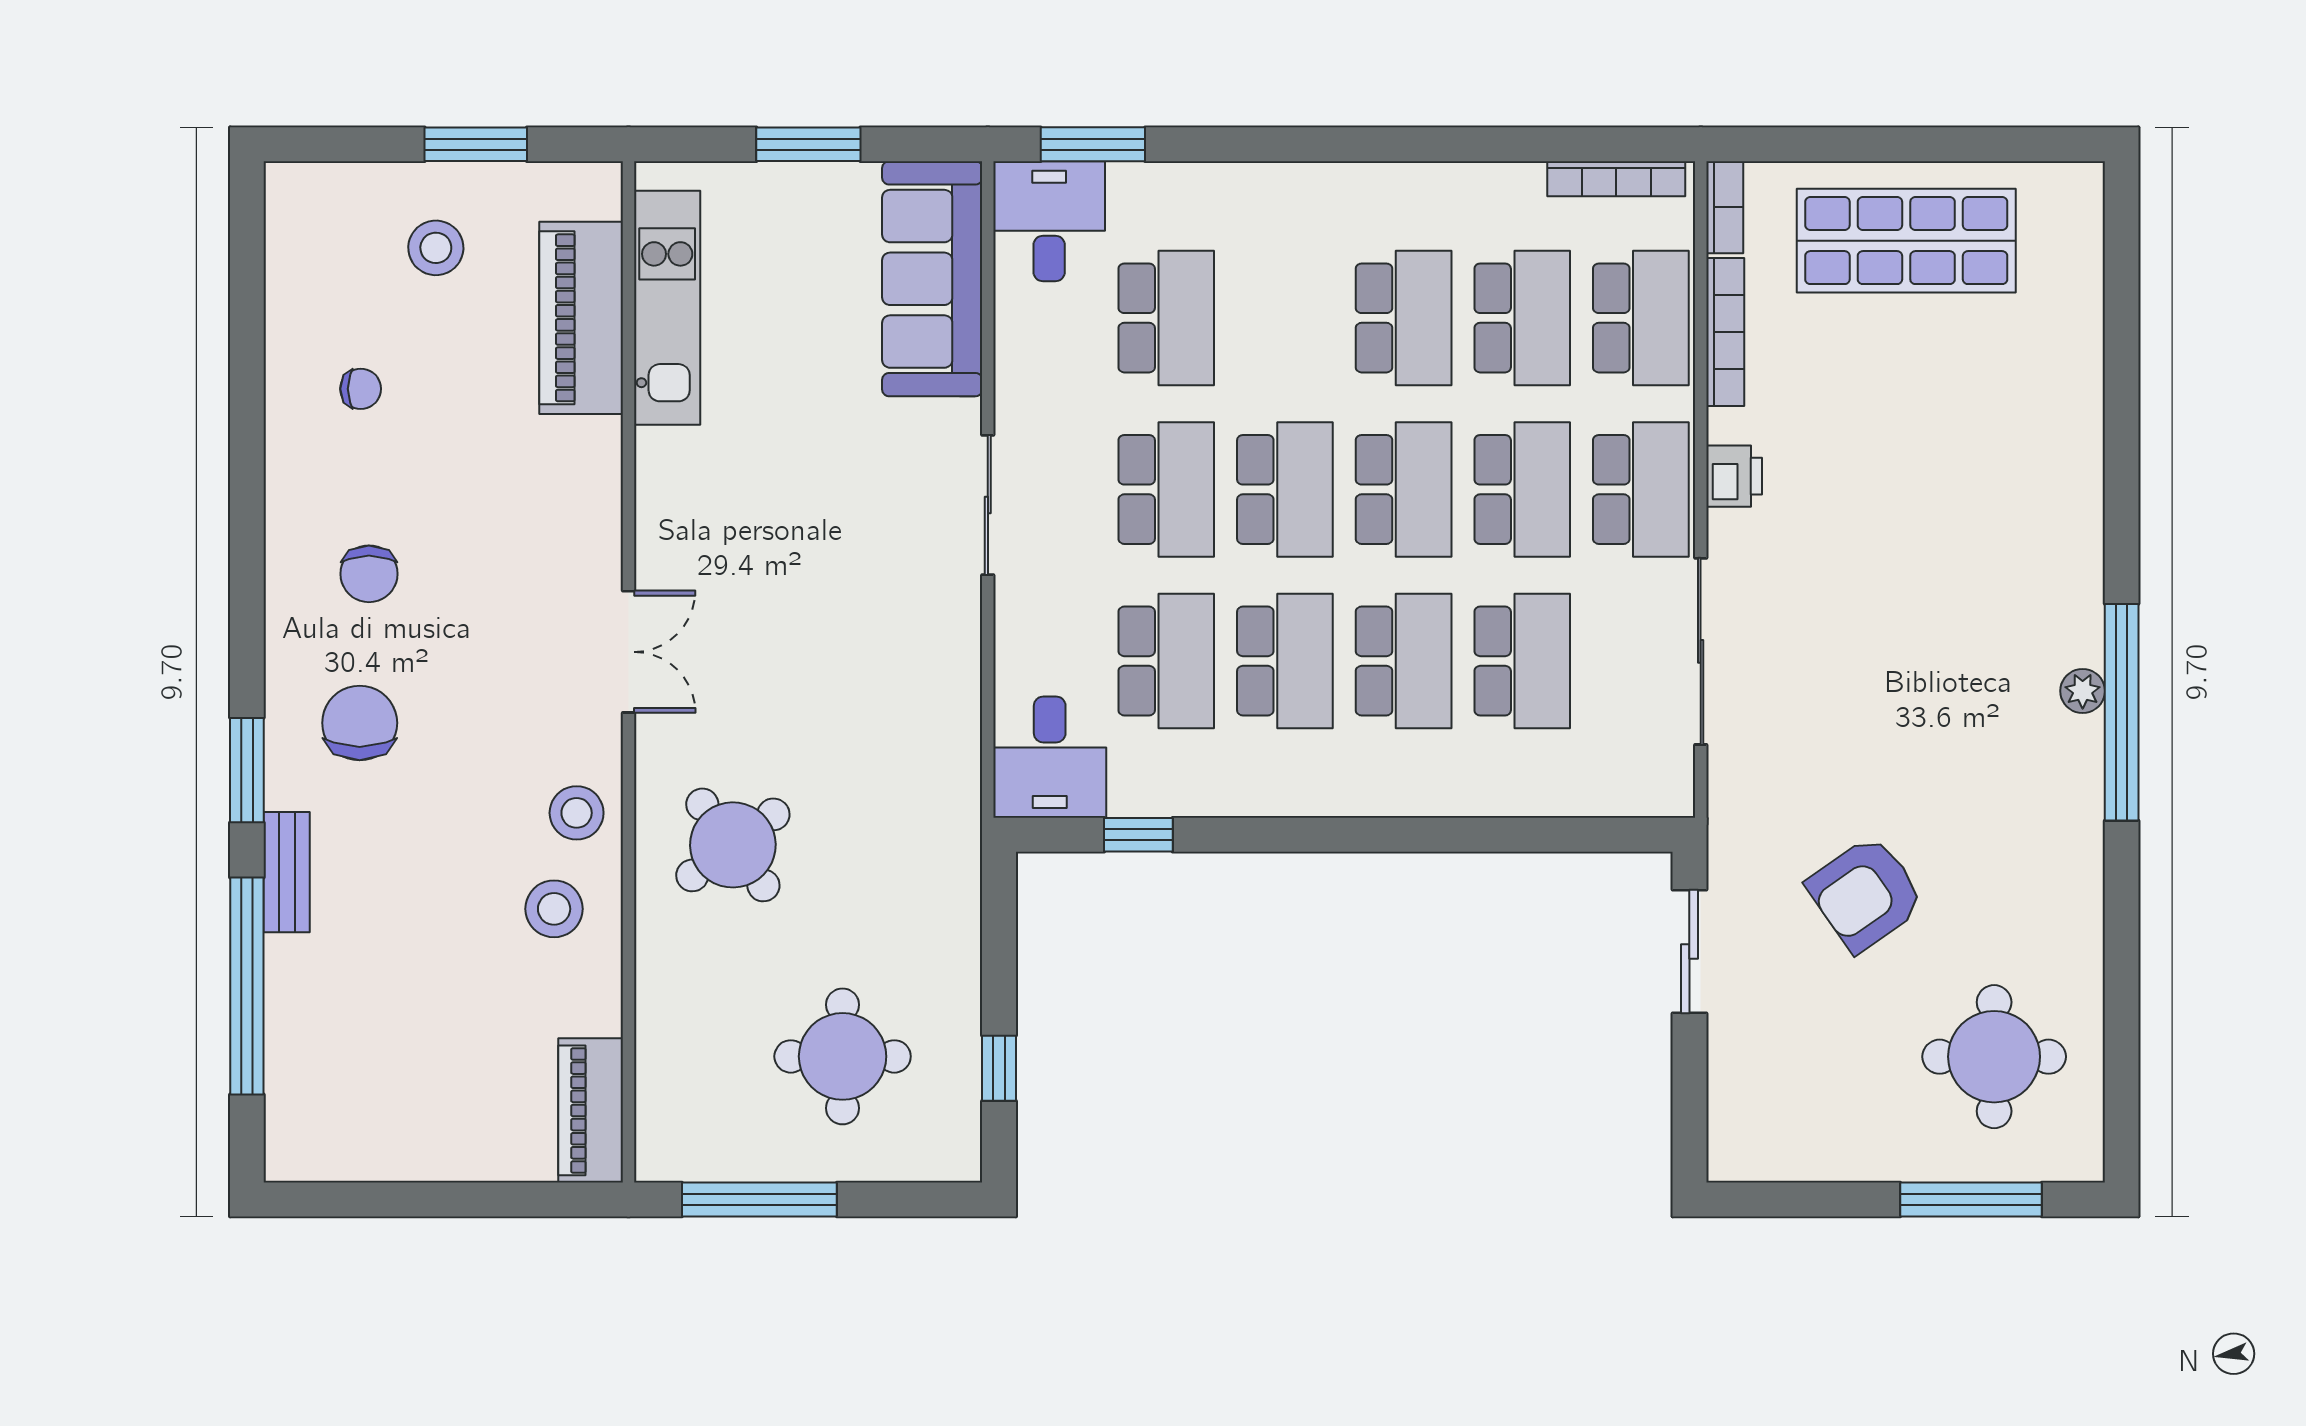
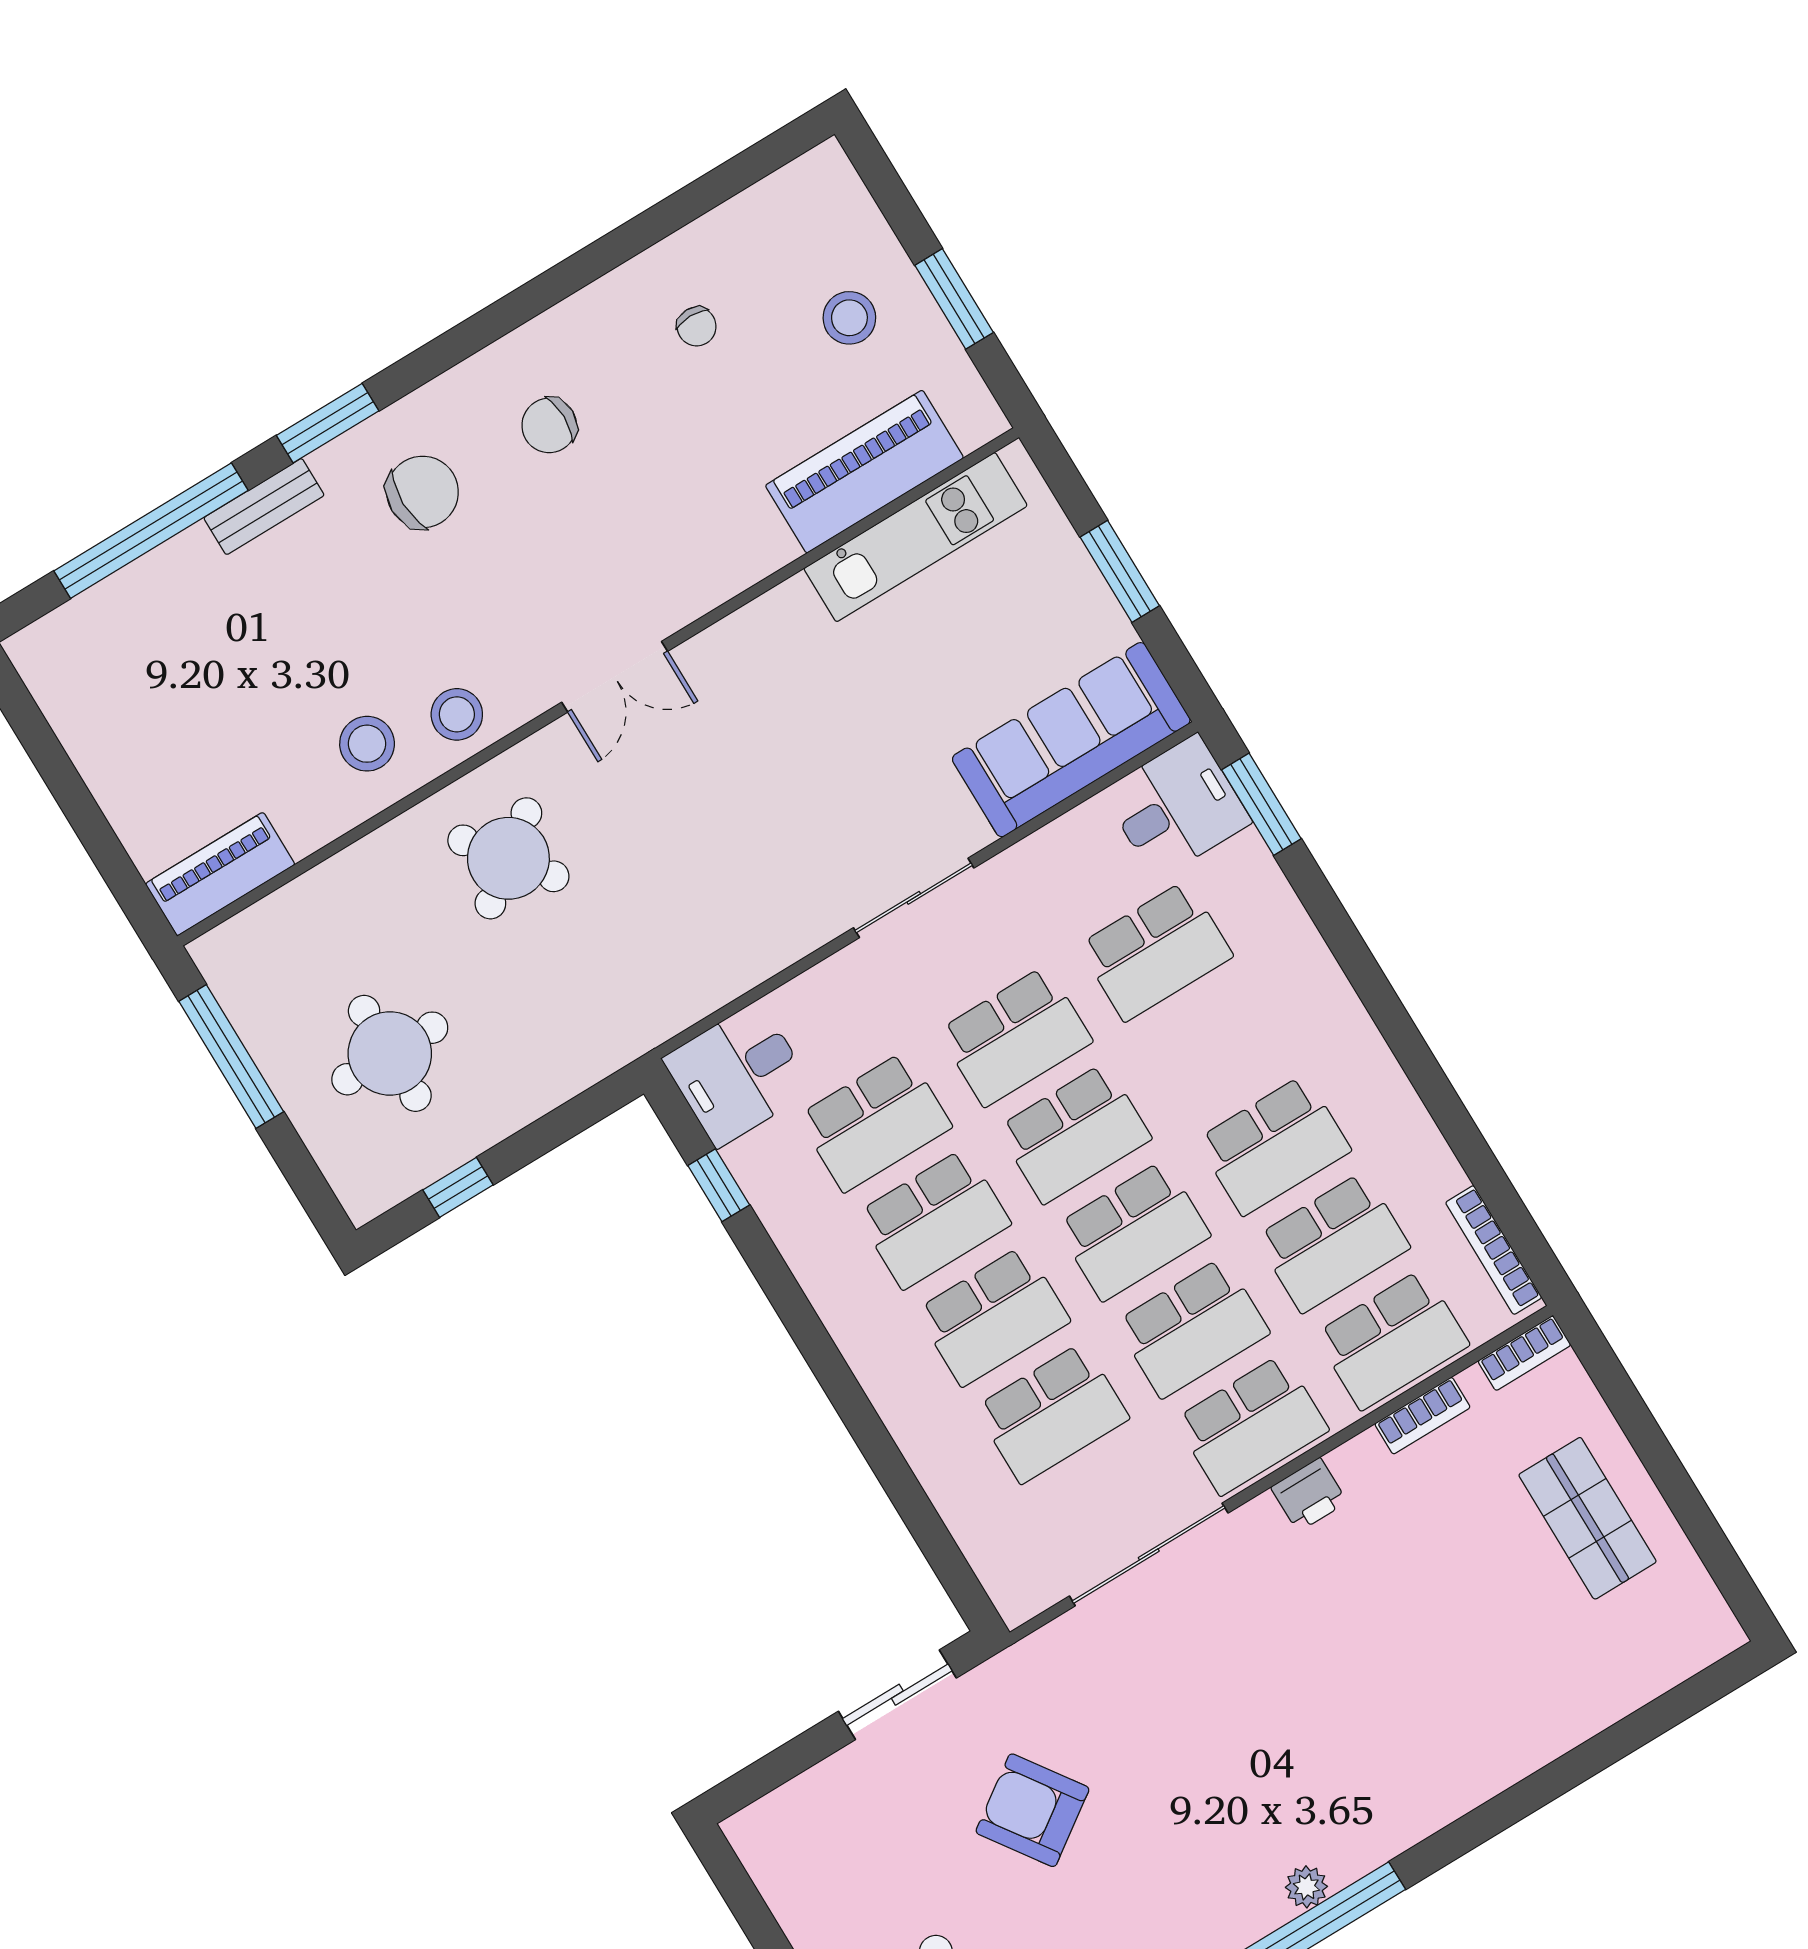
shop shelf: (1906, 241) -> (1587, 1518), width x0.70, depth x0.74
bookcase: (1725, 332) -> (1422, 1416), width x0.64

